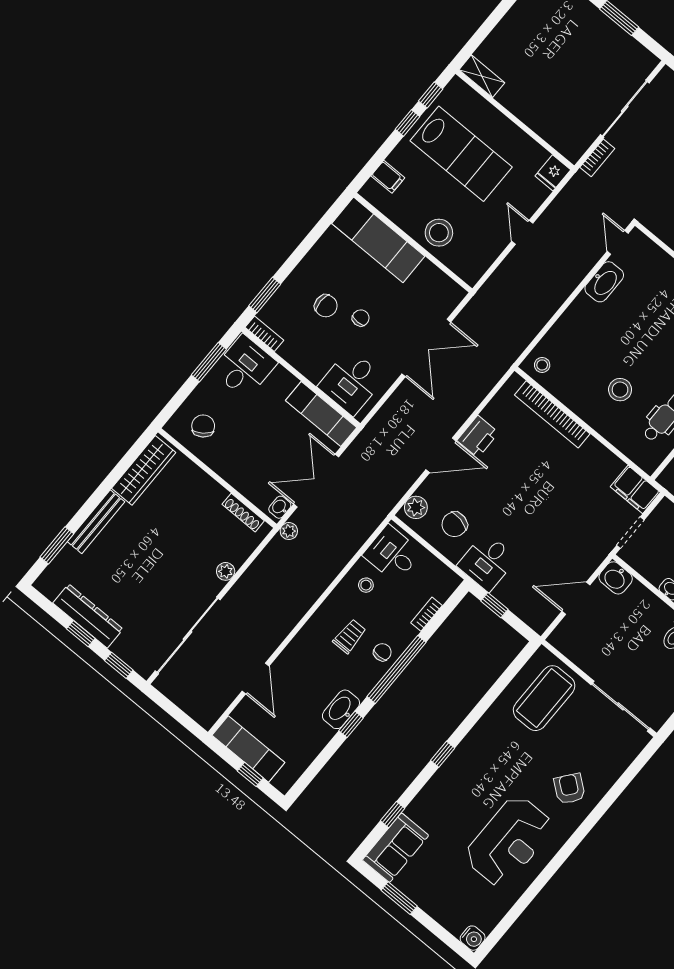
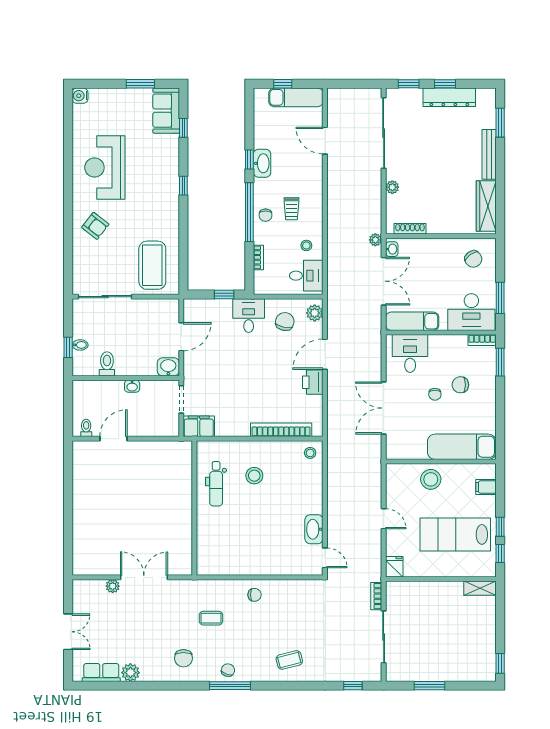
desk: (245, 367) -> (471, 312), width x1.37

